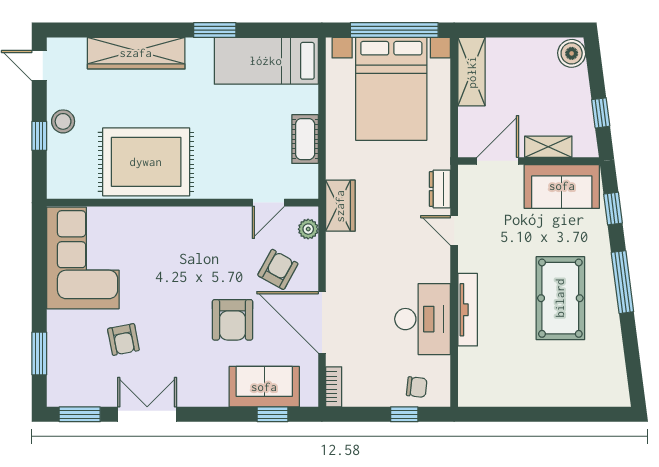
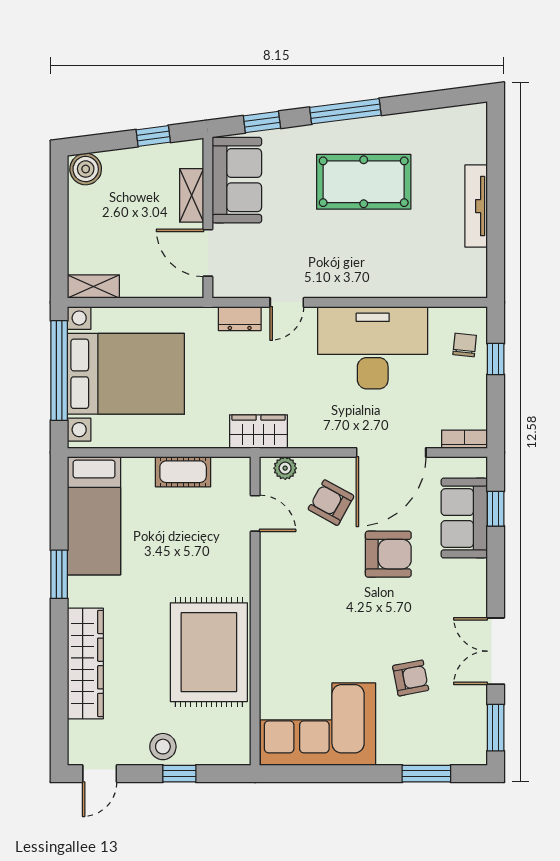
shelving: (472, 72) -> (93, 287), width x0.67, depth x0.75
tv unit: (468, 310) -> (476, 206), moved, turned -90
desk: (423, 319) -> (373, 348), width x1.36, depth x1.30

